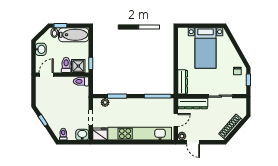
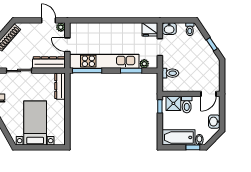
toilet: (81, 81) -> (170, 73), moved
door: (176, 120) -> (67, 45), hinge flipped
kitchen unit: (140, 134) -> (104, 61), moved, turned 180

